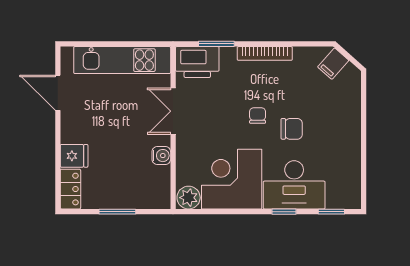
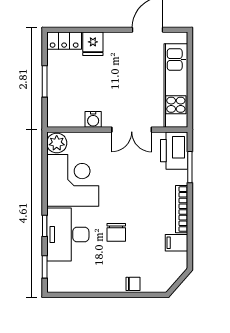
filing cabinet: (333, 64) -> (176, 243), moved, turned -42
double door: (173, 111) -> (132, 130), swing flipped
chair: (258, 116) -> (133, 284), moved

